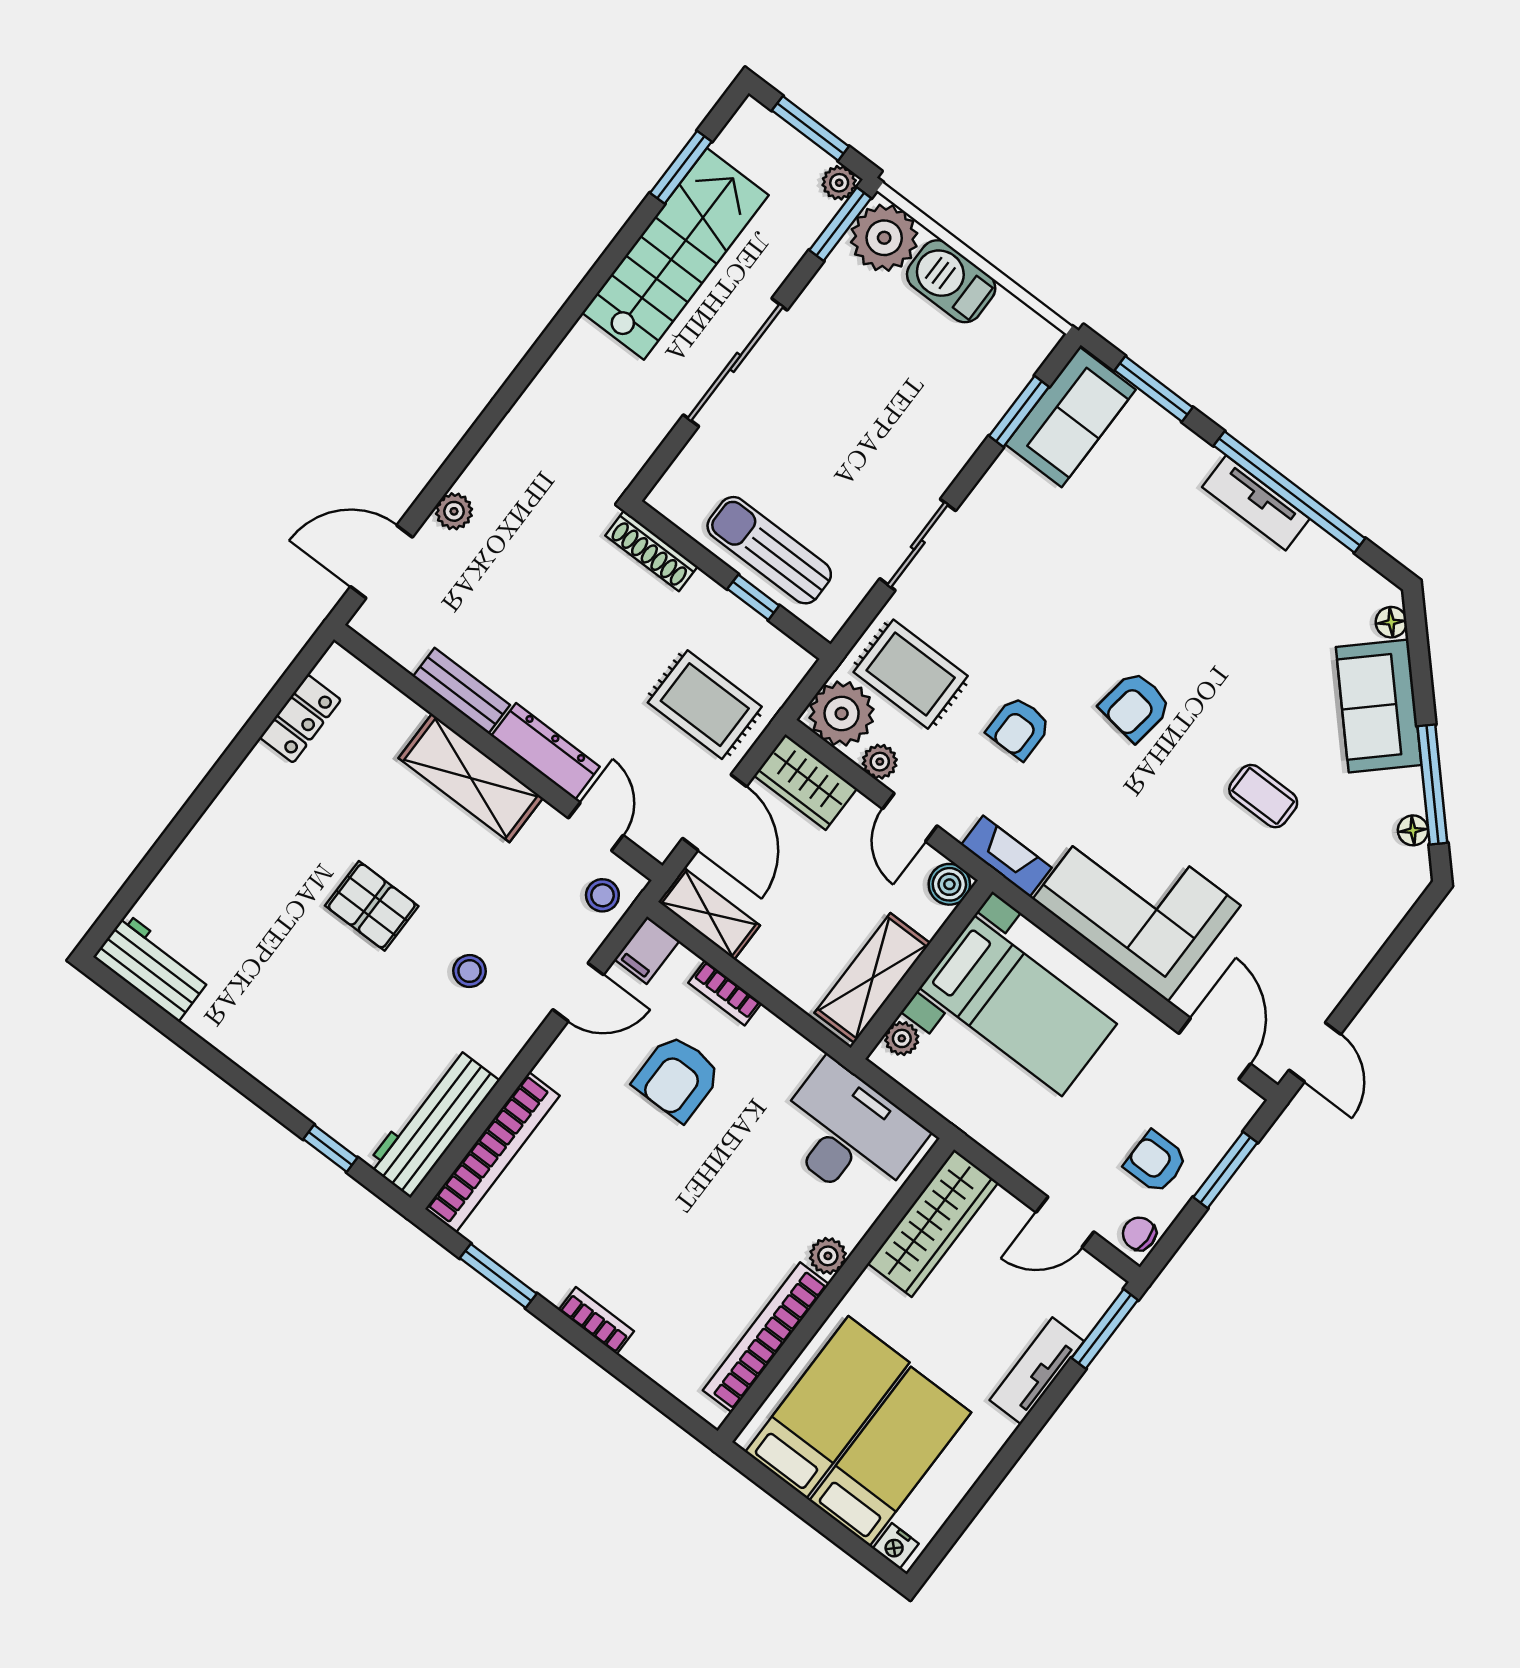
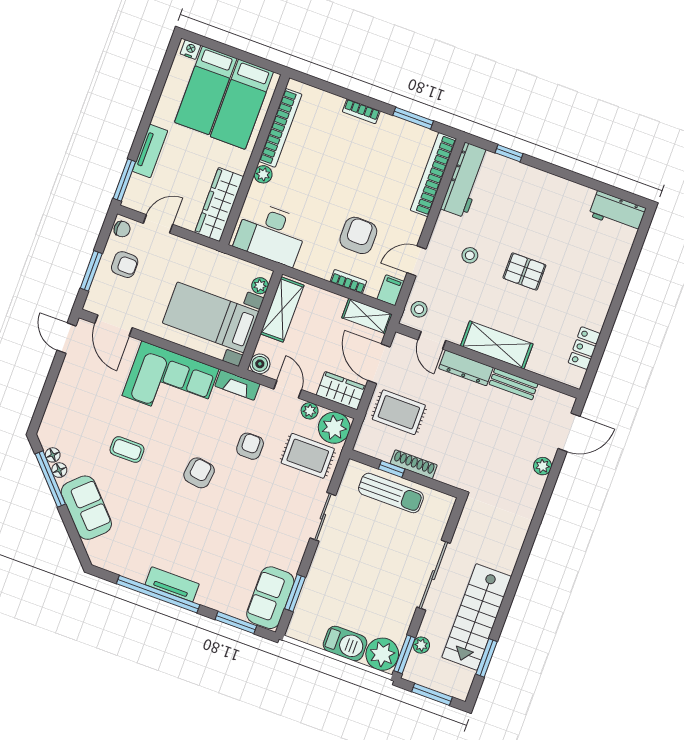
plant: (839, 183) -> (421, 645), moved
shoe rack: (652, 551) -> (414, 464), moved
floor lamp: (1391, 622) -> (59, 470), moved

